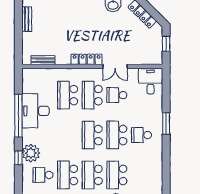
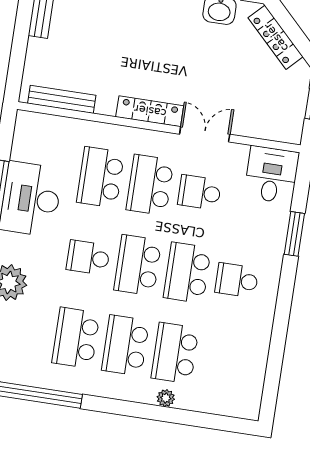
bench: (43, 60) -> (62, 99), width x1.36
double door: (115, 66) -> (205, 134), swing flipped
window: (166, 123) -> (294, 234), moved
school desk: (43, 175) -> (88, 258), moved

